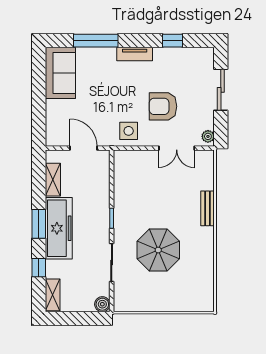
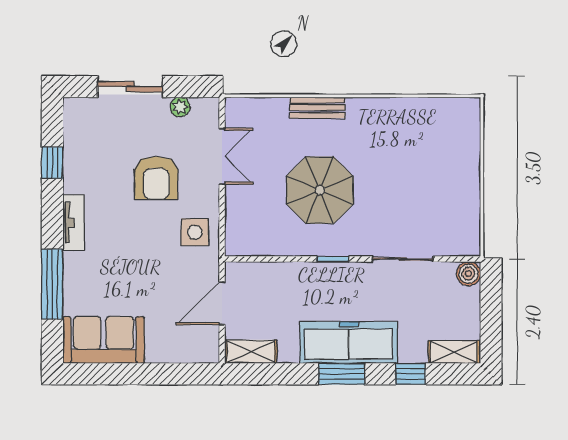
plant: (208, 136) -> (180, 107), moved
shelving: (53, 180) -> (251, 352), moved
parasol: (158, 250) -> (320, 190), moved

